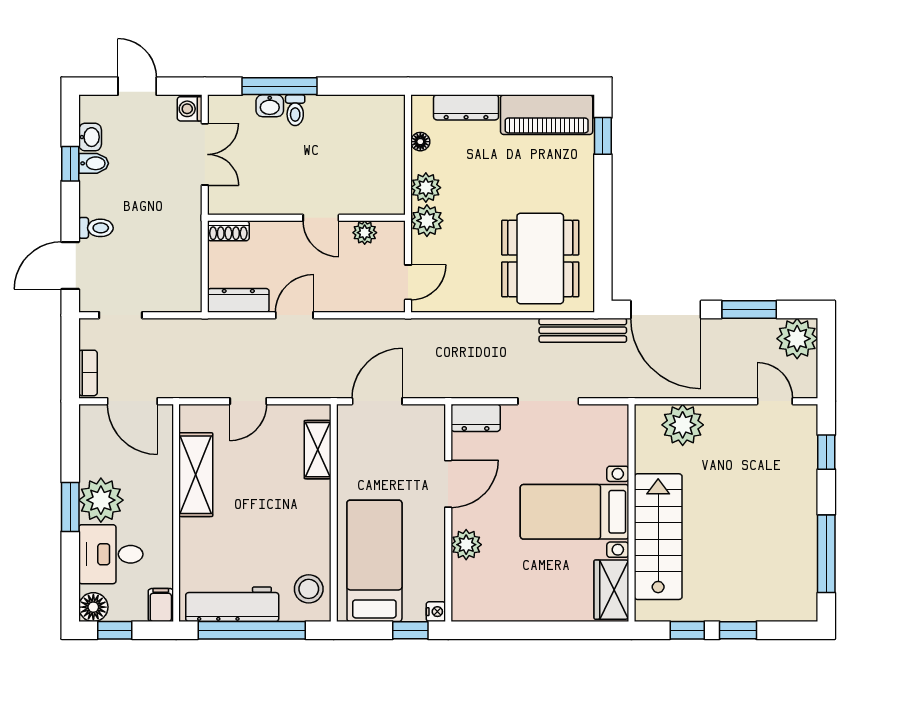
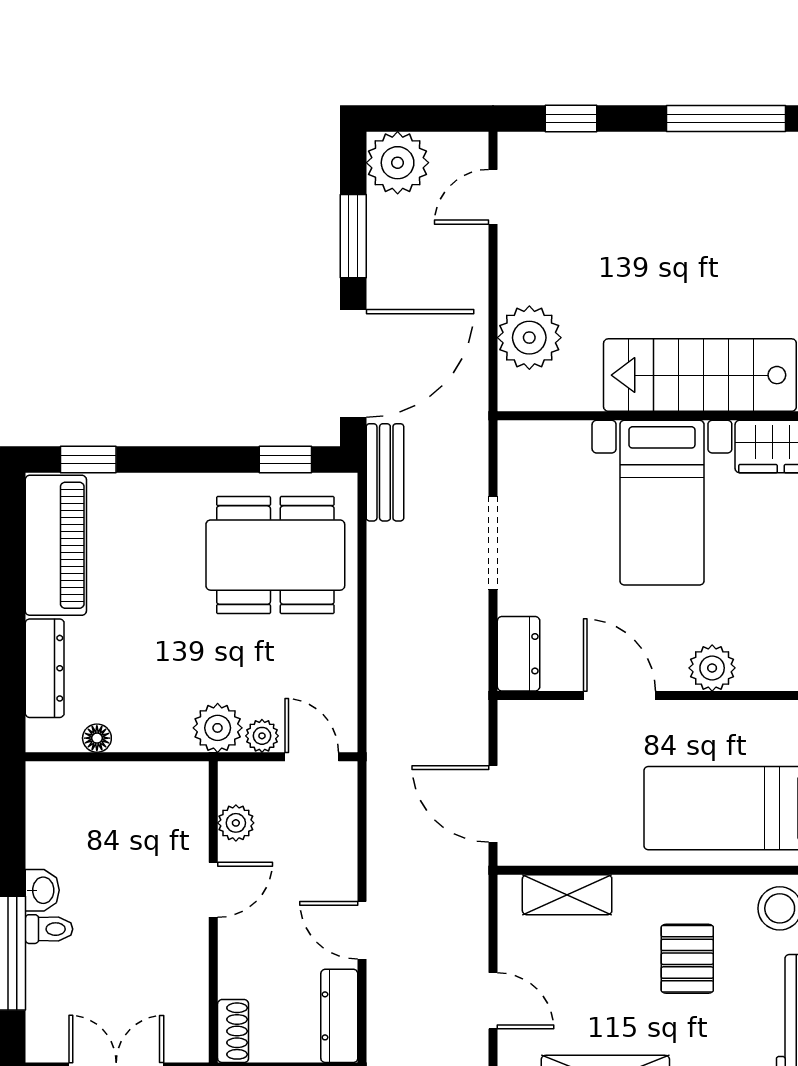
washbasin: (270, 106) -> (42, 890), moved
plant: (426, 188) -> (262, 736), moved, width x0.73, depth x0.73
window: (603, 265) -> (285, 459), added
bench: (583, 330) -> (385, 472), width x0.73
pallet: (276, 528) -> (687, 959), added

